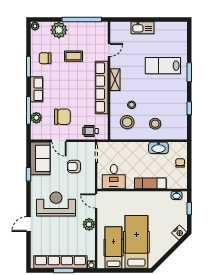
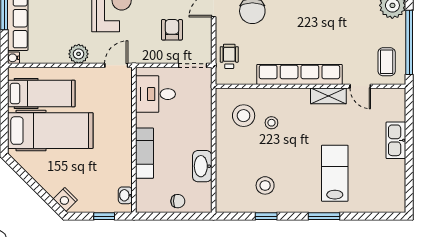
coffee table: (73, 56) -> (387, 62), moved
shelving: (115, 80) -> (328, 96), moved
stool: (155, 124) -> (265, 185), moved

